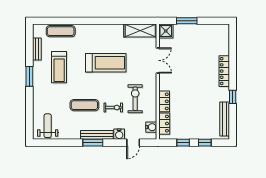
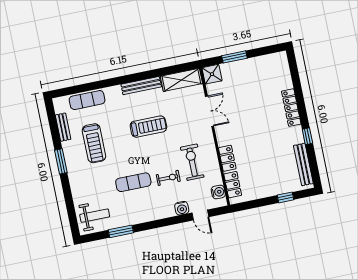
treadmill: (106, 63) -> (148, 127), width x0.73, depth x0.73
weight bench: (48, 126) -> (95, 216), turned 90
bench: (97, 135) -> (141, 86), moved
window: (93, 143) -> (121, 231), moved
door: (133, 143) -> (200, 215), hinge flipped
window: (183, 143) -> (260, 203), removed

